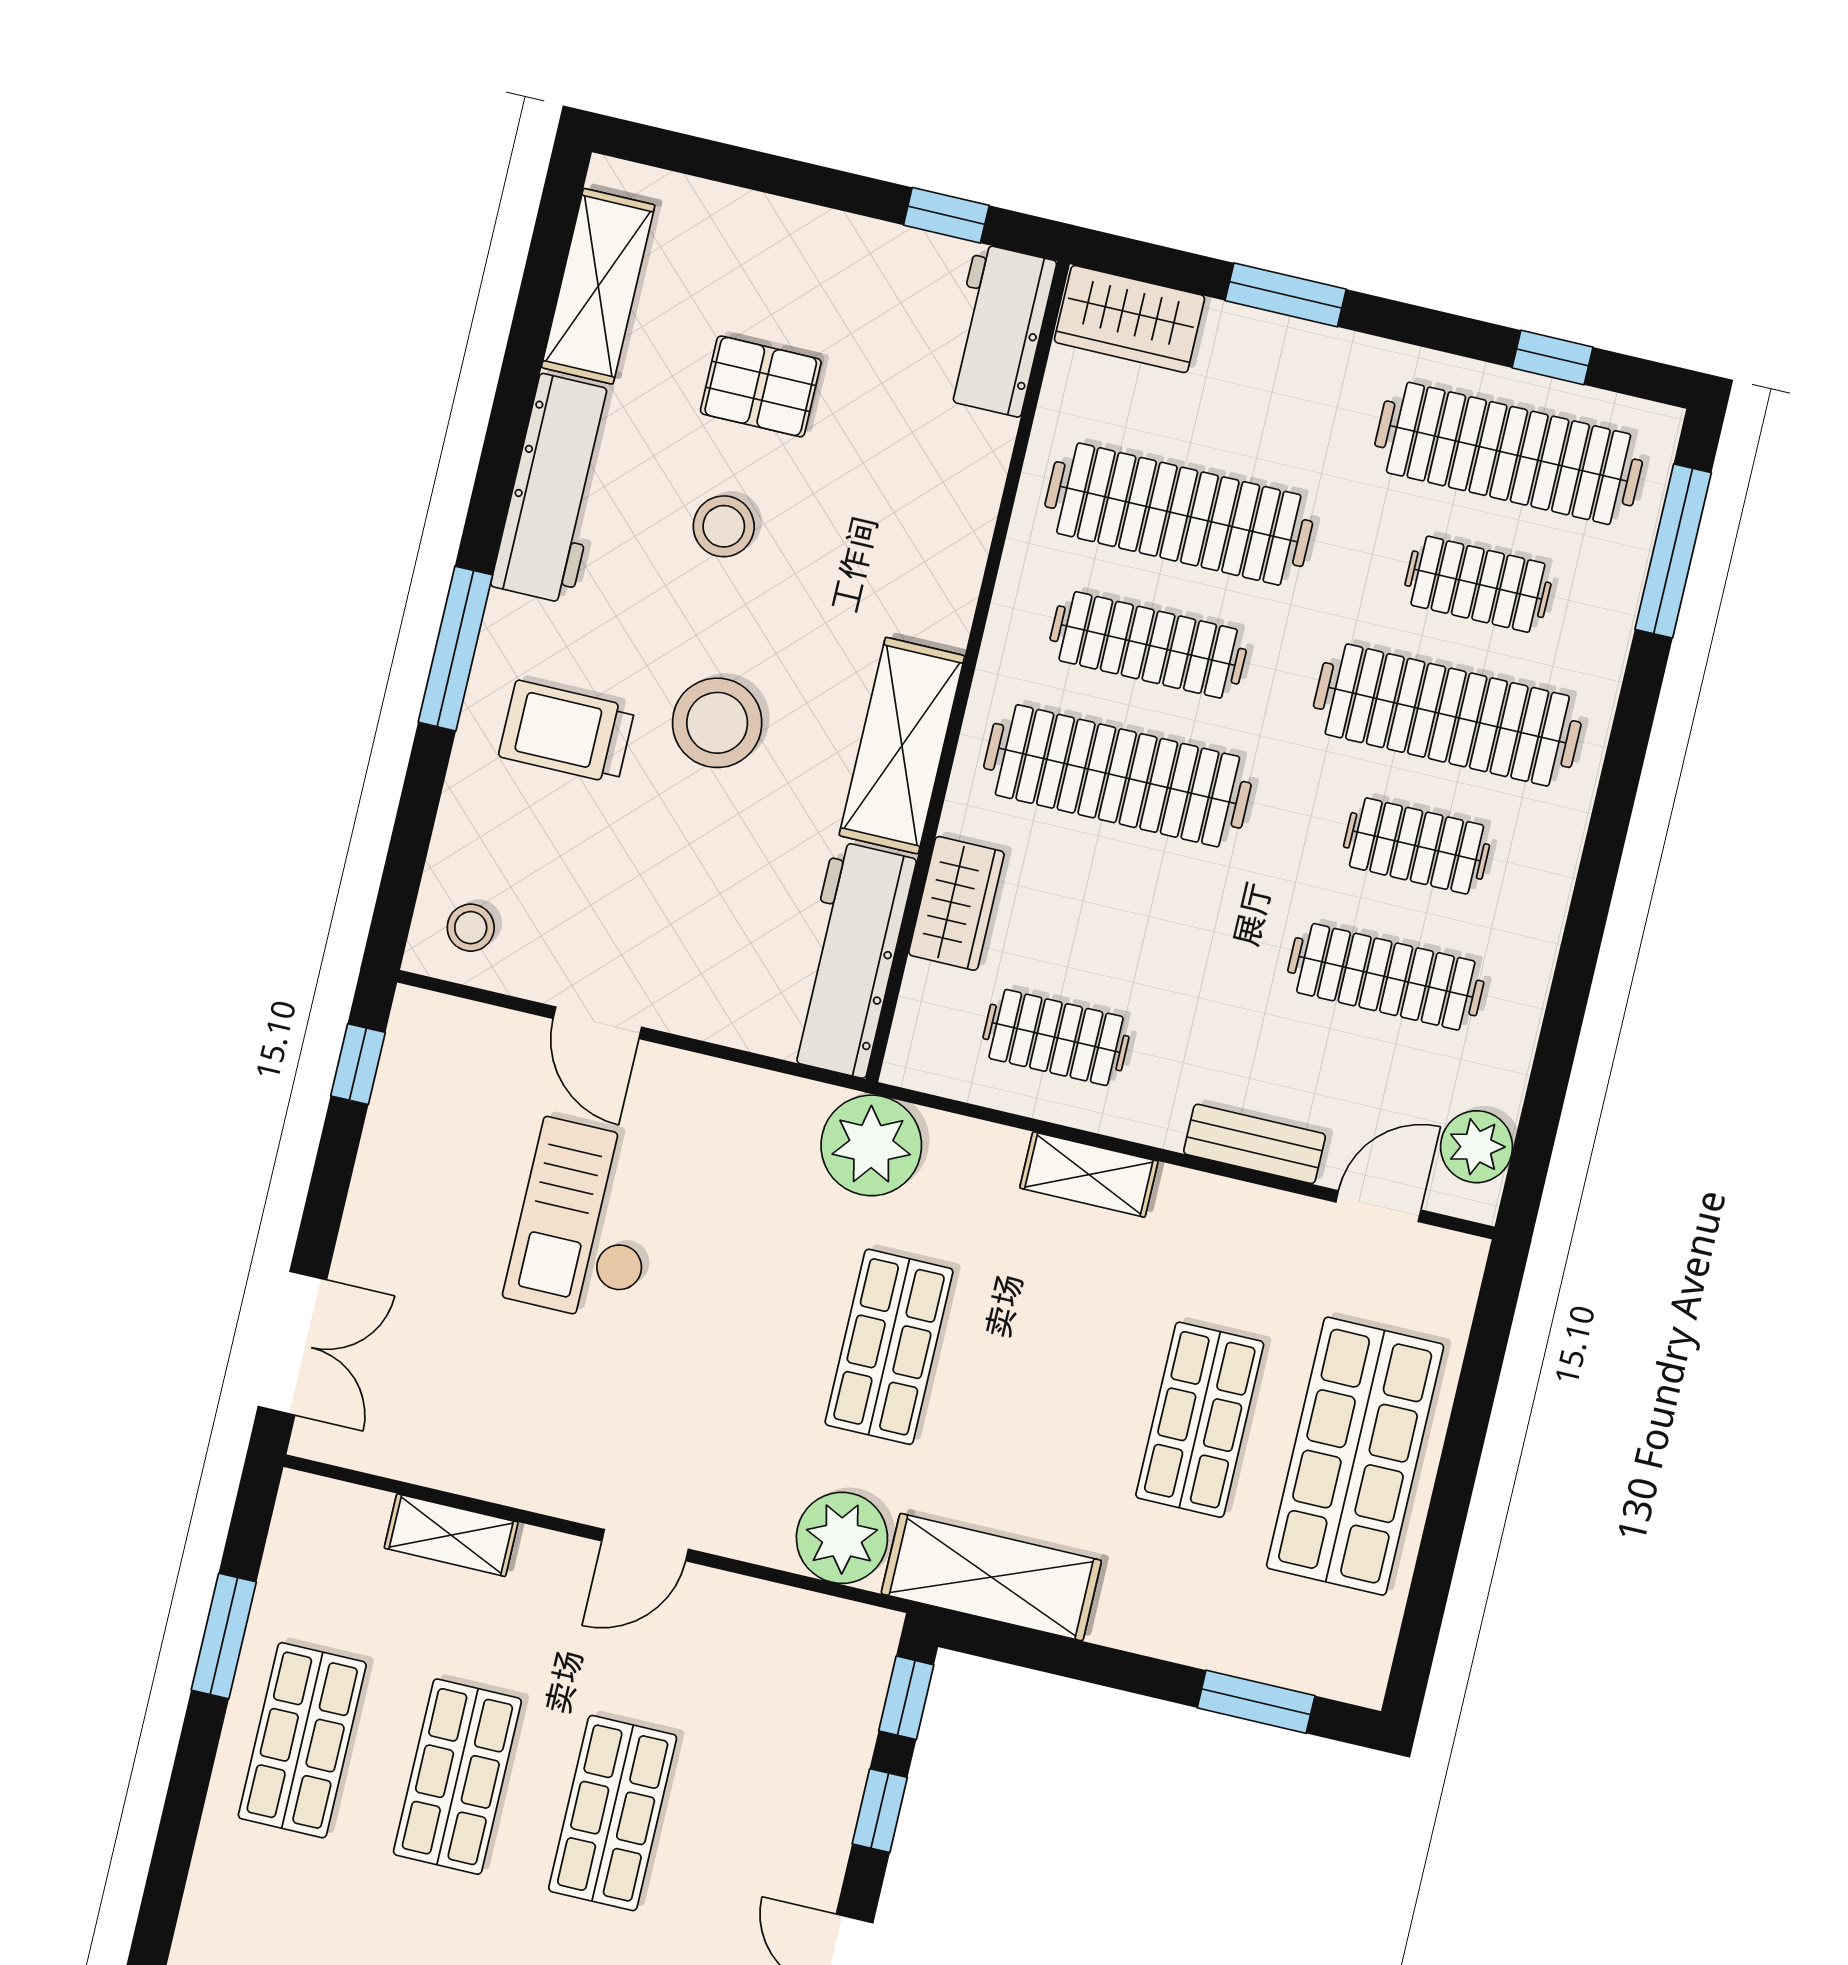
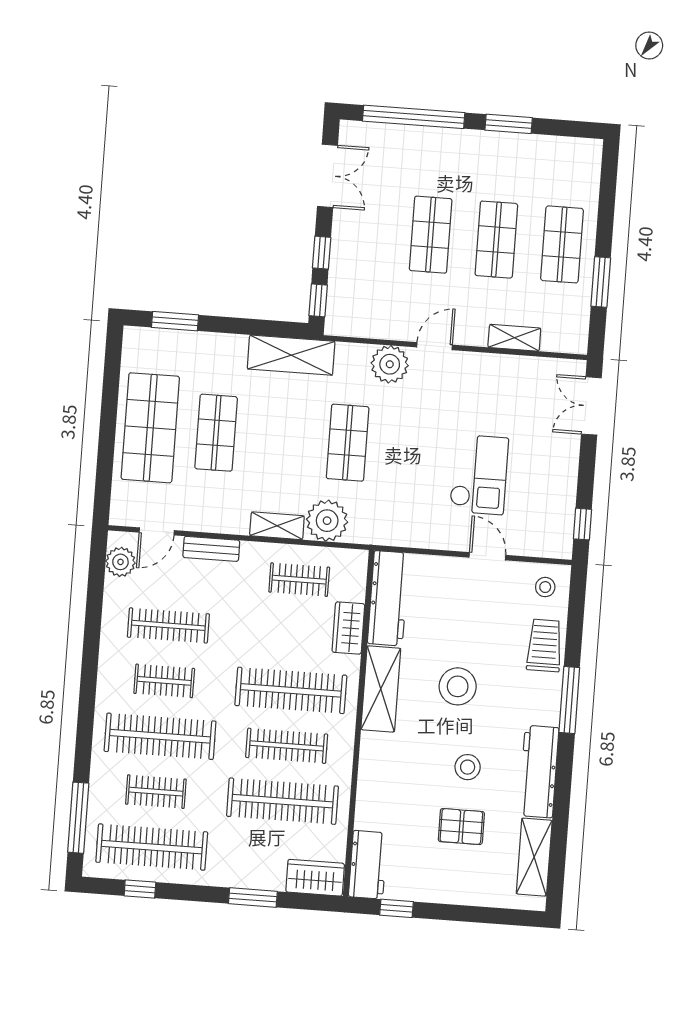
trolley: (567, 732) -> (544, 645), moved, turned -90
plant: (871, 1145) -> (327, 521), moved
plant: (842, 1538) -> (390, 364), moved

